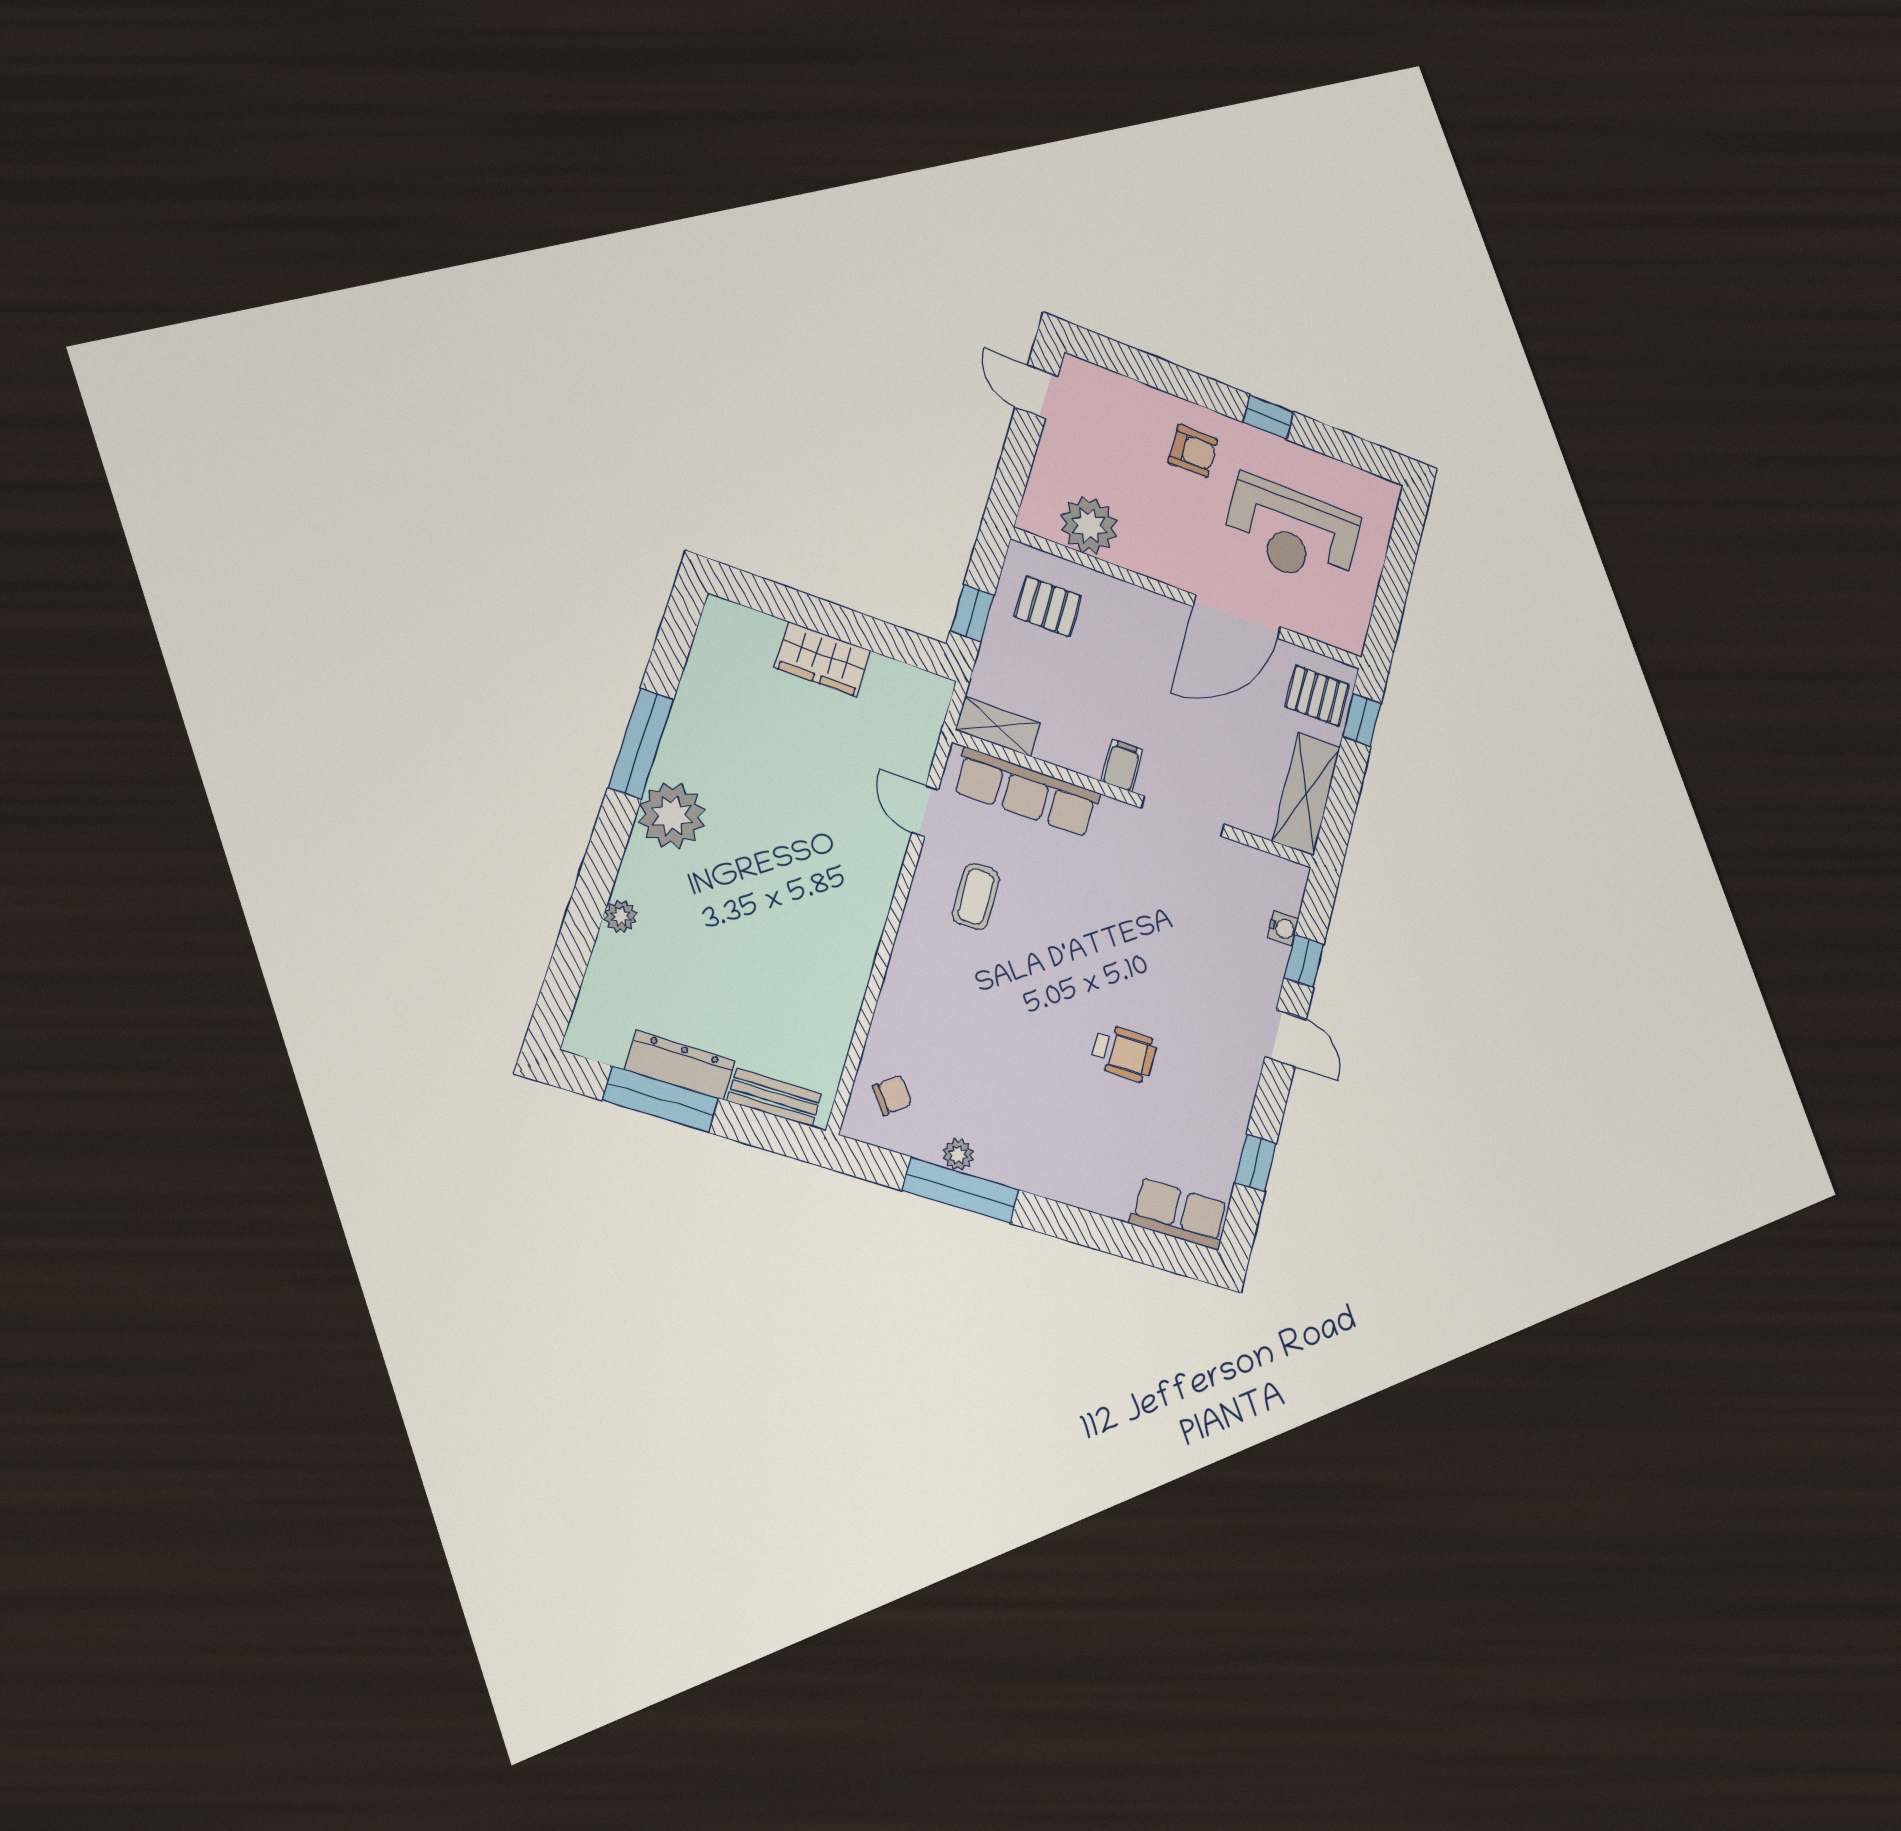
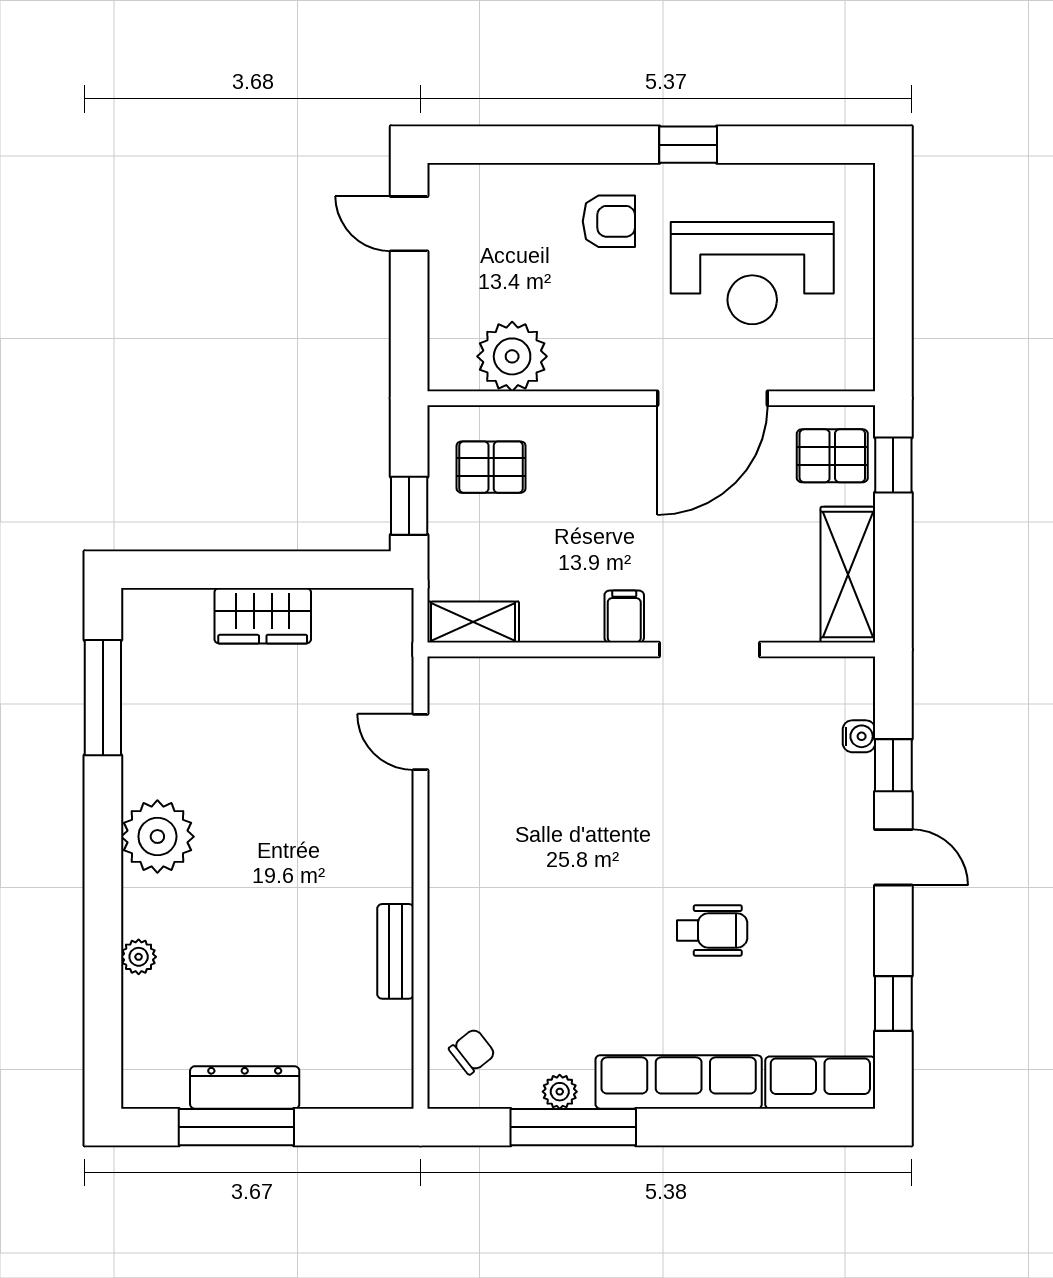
window: (641, 744) -> (103, 698), moved
row of seats: (1026, 792) -> (679, 1082), moved, turned 180
coffee table: (976, 897) -> (502, 815), removed
bench: (774, 1097) -> (396, 951), moved, turned 90

